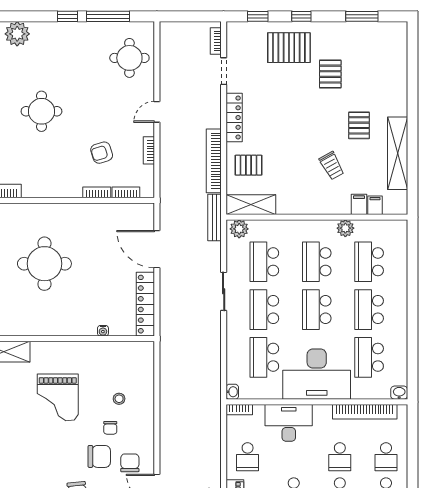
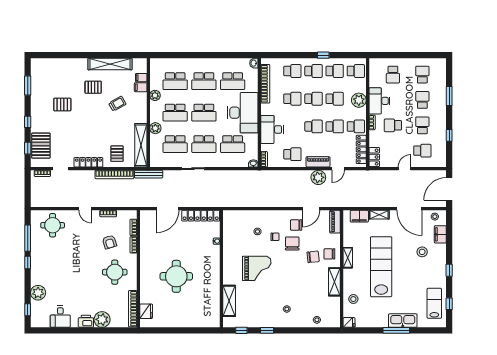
pallet: (289, 48) -> (41, 146), moved
round table: (41, 111) -> (115, 272), moved
shelving: (251, 205) -> (141, 145), width x1.47
plant: (239, 229) -> (155, 128), moved

